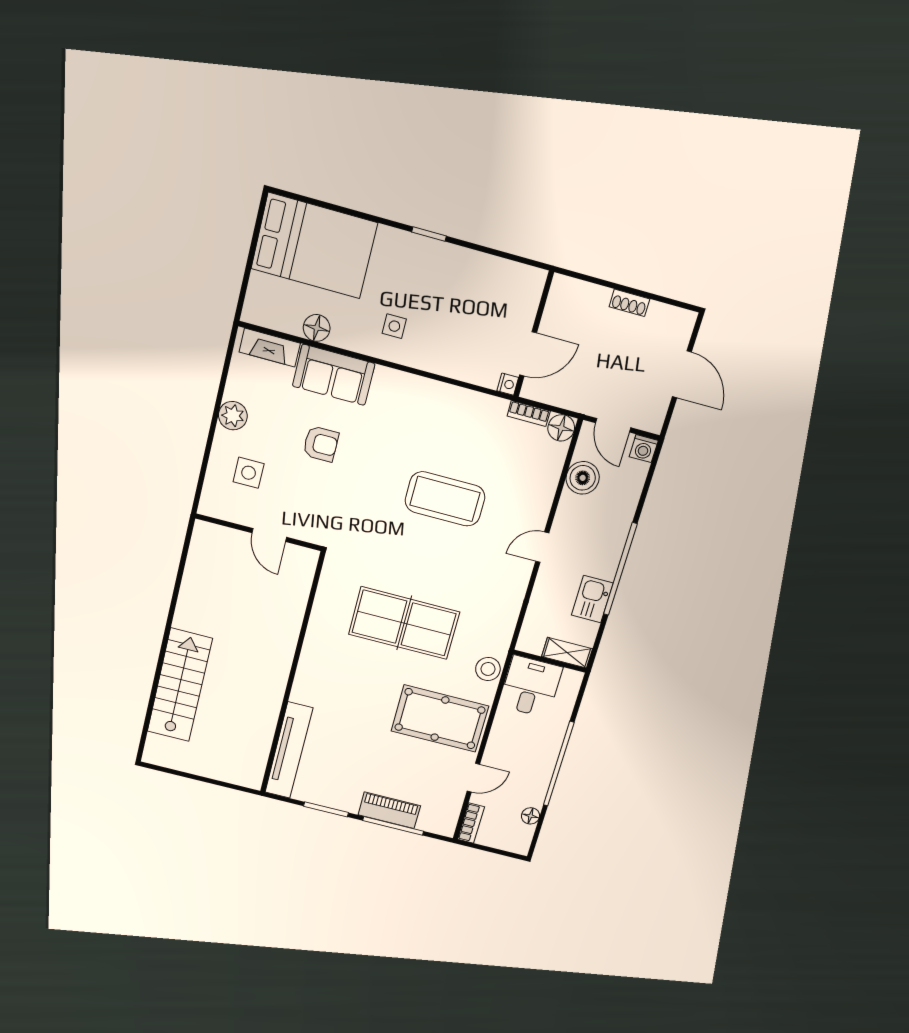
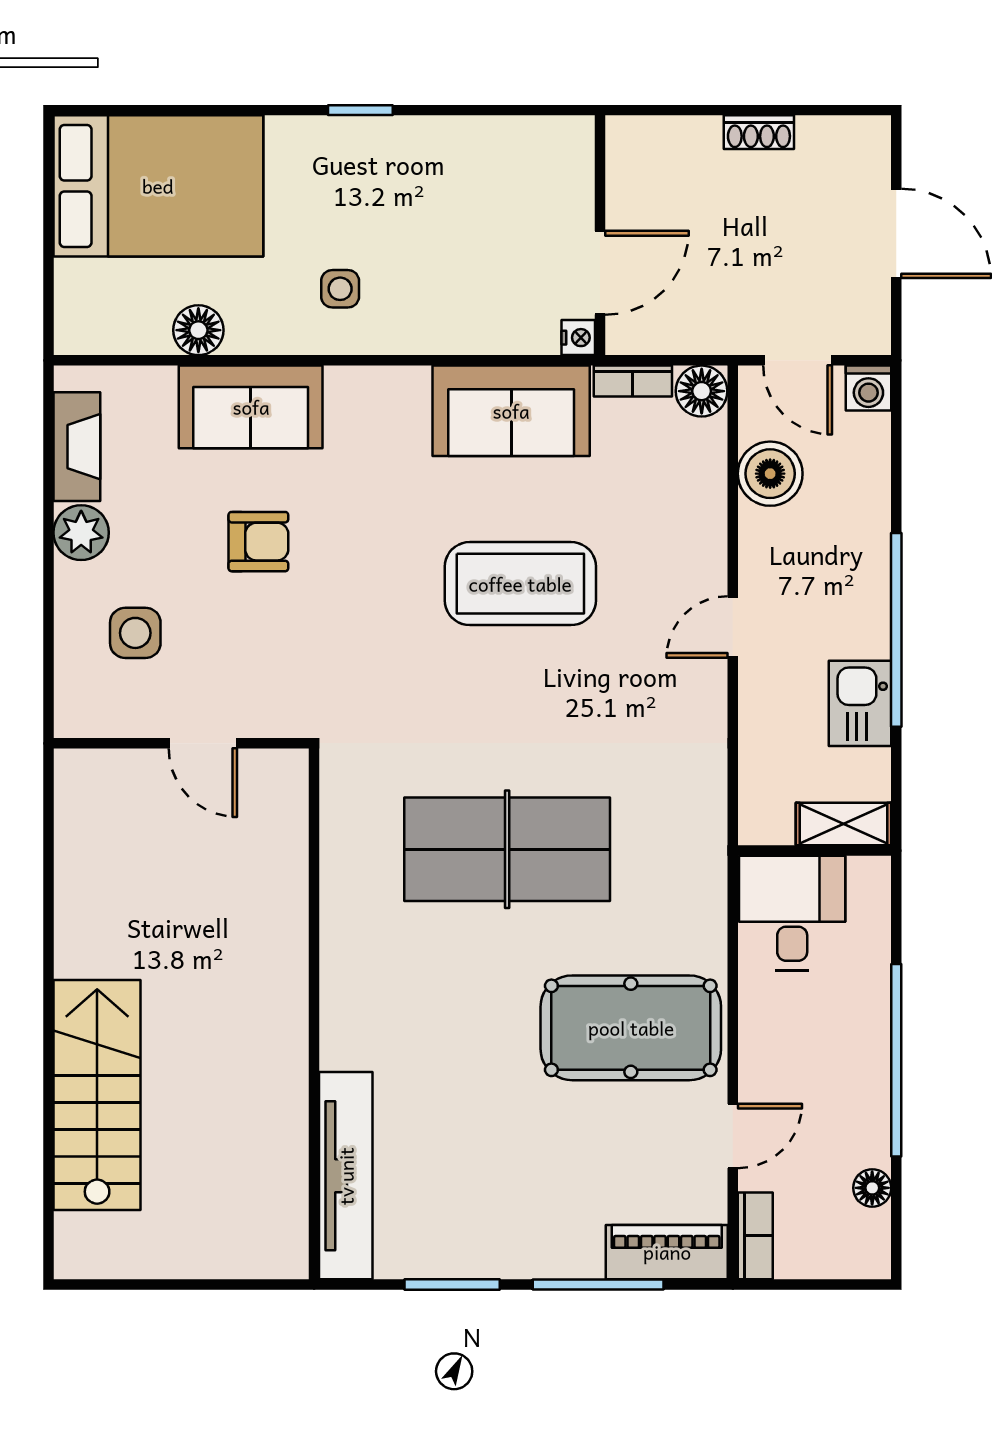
fireplace: (270, 348) -> (77, 447), moved, turned -90
sofa: (464, 412) -> (511, 411), added
stool: (488, 669) -> (697, 899), removed
piano: (389, 810) -> (667, 1252), moved

